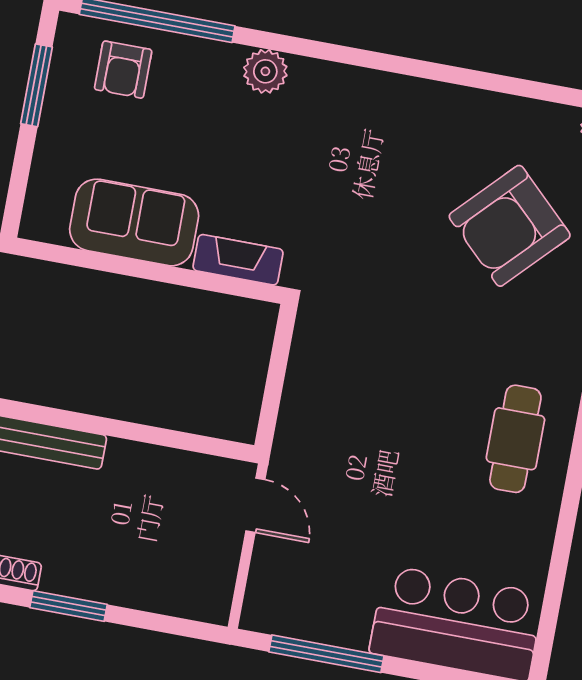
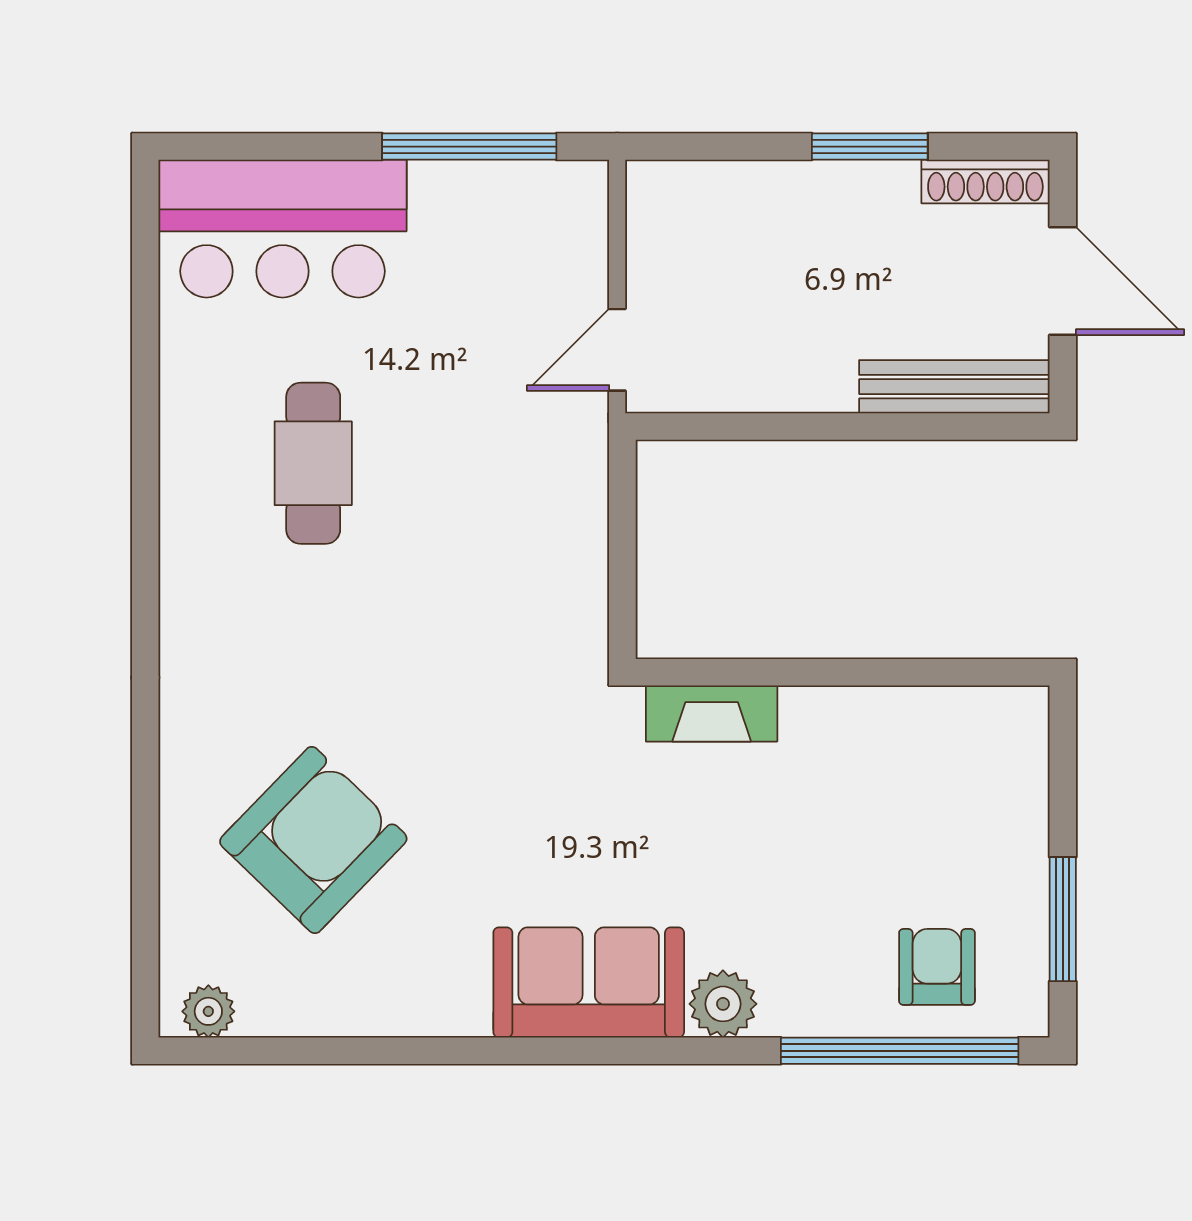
sofa: (134, 222) -> (589, 982), moved, turned 180
cafe table: (515, 439) -> (313, 463), moved
door: (255, 505) -> (617, 350), hinge flipped

